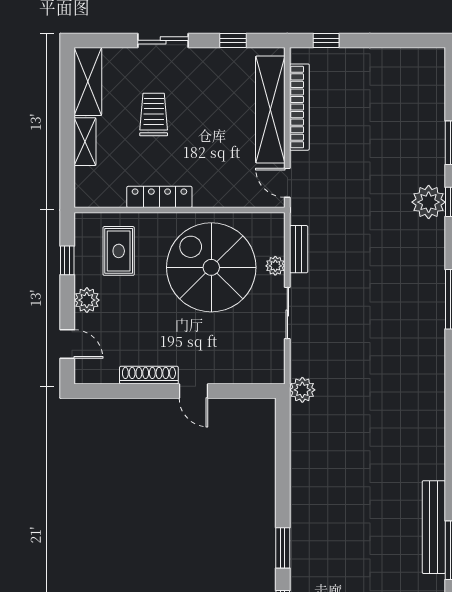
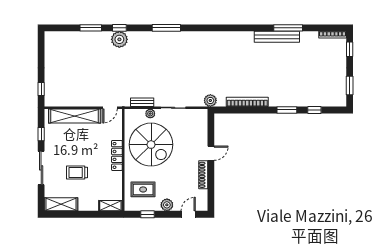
sliding door: (163, 40) -> (41, 168), width x1.37
bookcase: (299, 107) -> (247, 102), moved
shelving: (85, 142) -> (110, 206), moved
locker: (159, 197) -> (117, 155), moved
spiral stairs: (211, 267) -> (151, 145), turned -90

